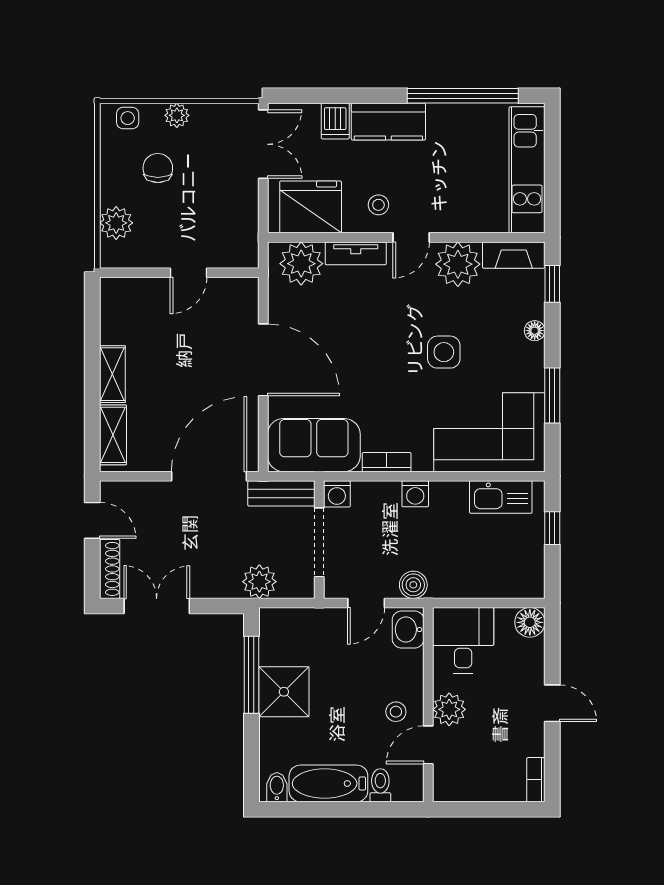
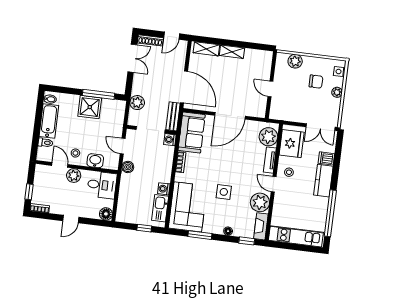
washing machine: (415, 494) -> (164, 189), moved
washbasin: (408, 629) -> (95, 161), moved
window: (500, 809) -> (29, 192), added

